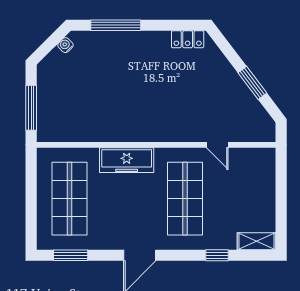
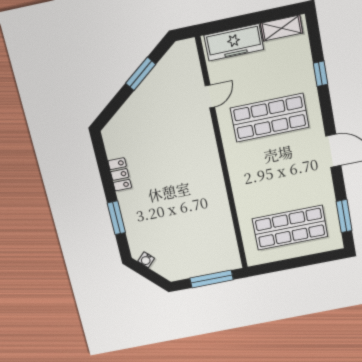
window: (116, 25) -> (116, 218), width x0.69
locker: (188, 39) -> (120, 174), moved
freezer: (127, 160) -> (234, 42), moved, turned 90
shelving: (257, 241) -> (282, 28), moved, turned 90

